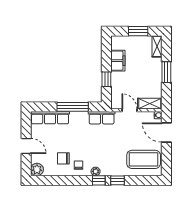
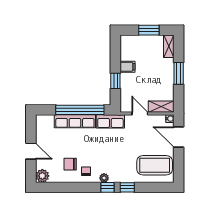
filing cabinet: (118, 61) -> (128, 67), width x0.50
window: (73, 107) -> (80, 110), width x1.46
row of seats: (50, 118) -> (75, 121), moved

